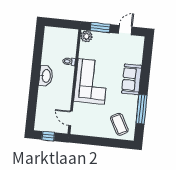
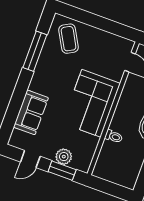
plant: (86, 36) -> (64, 157), moved
sofa: (132, 79) -> (31, 112), moved

